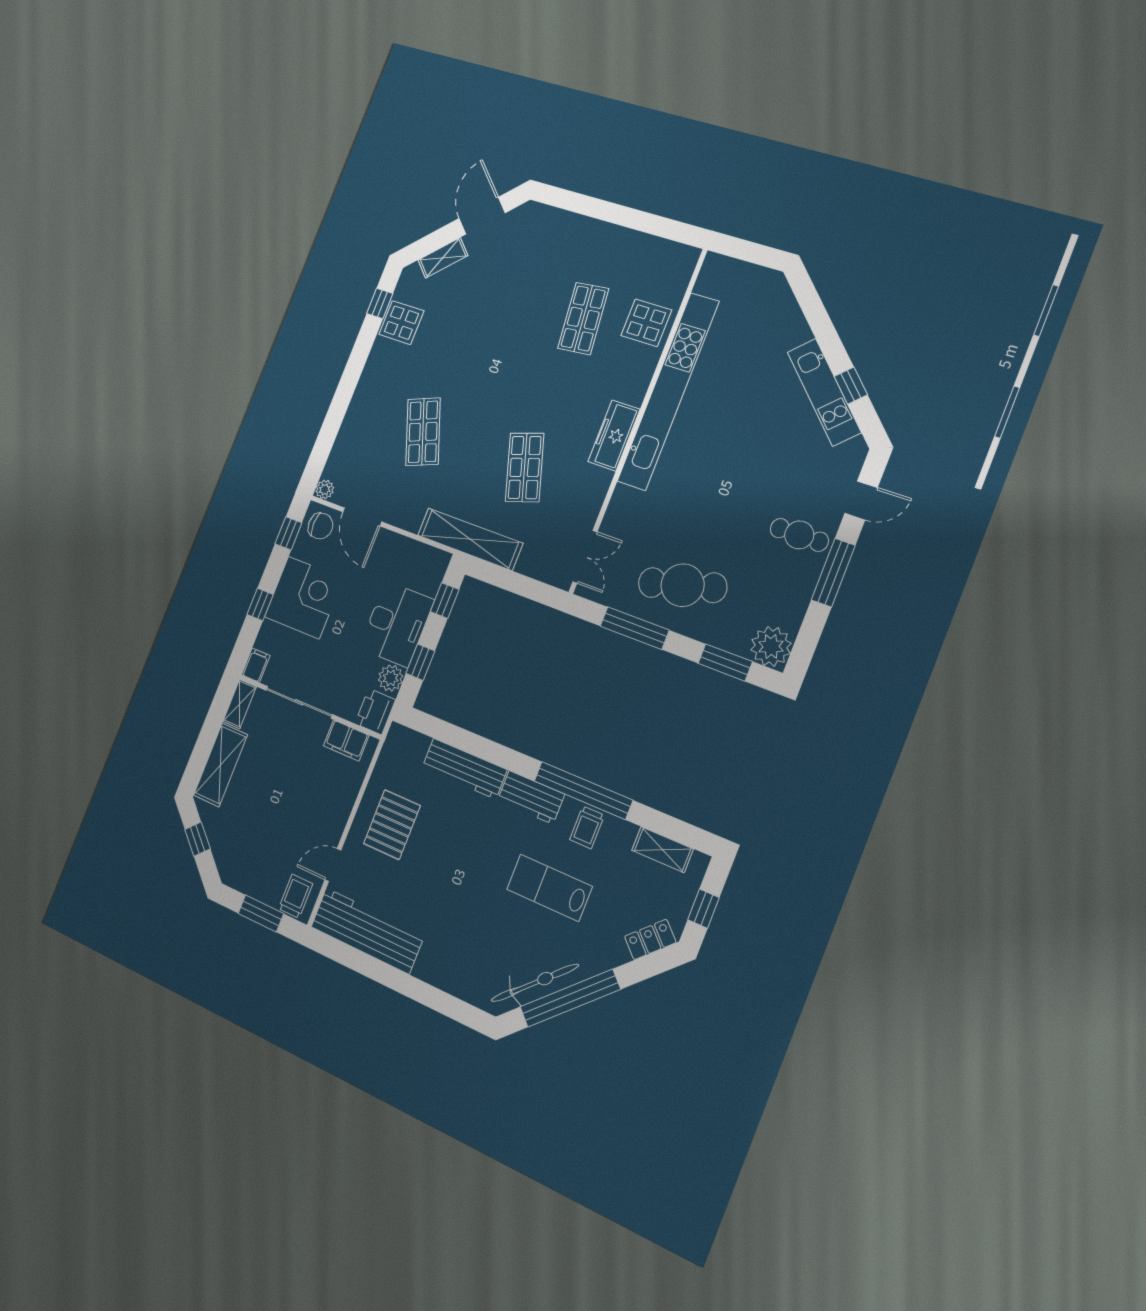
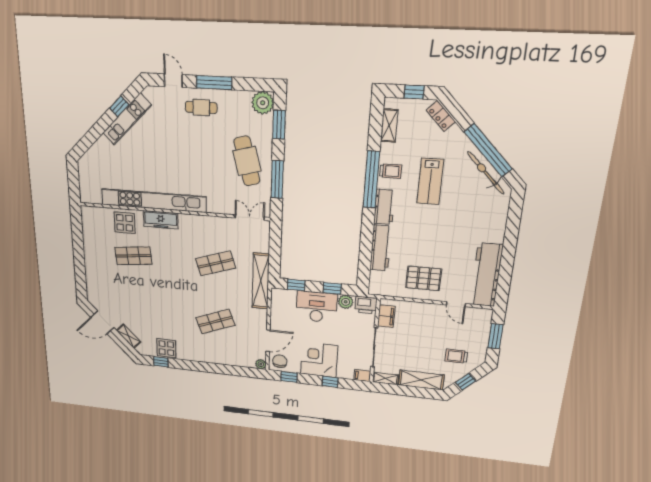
freezer: (614, 435) -> (161, 220), moved
cafe table: (799, 535) -> (201, 107), turned 90
trolley: (296, 896) -> (456, 356), moved

